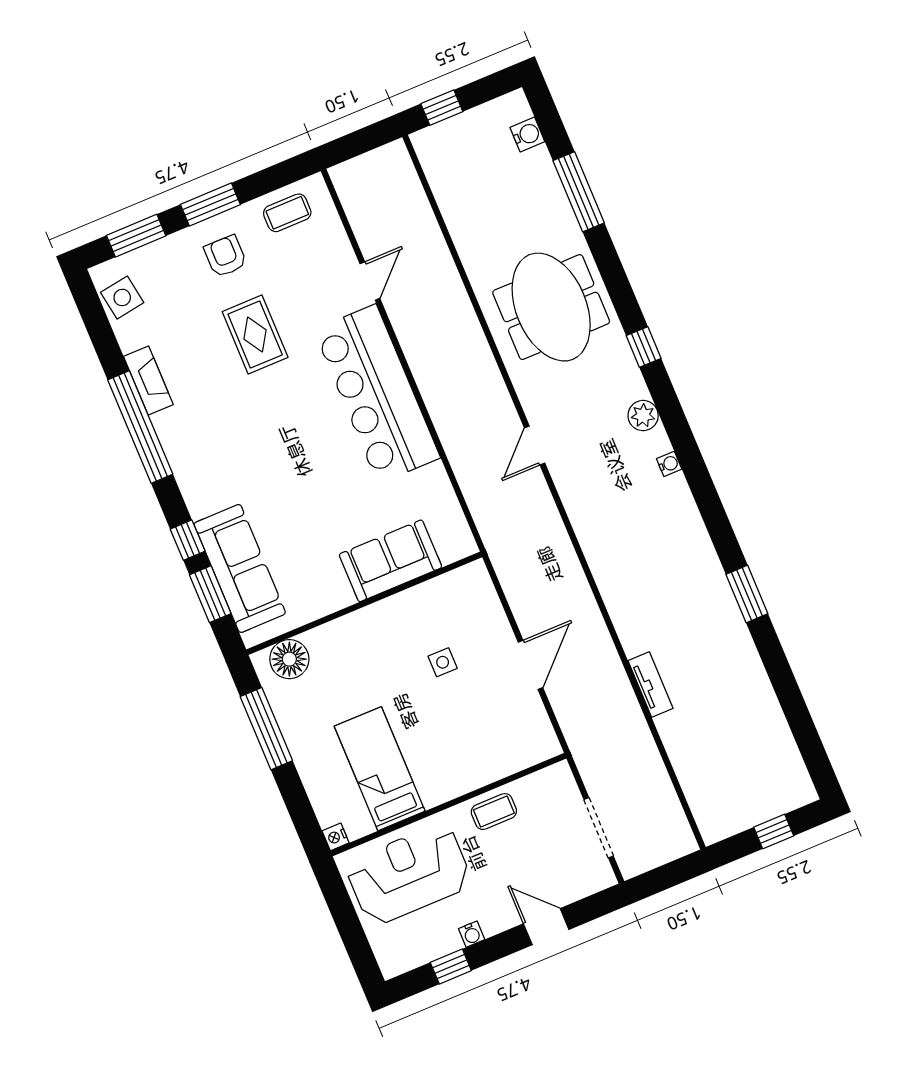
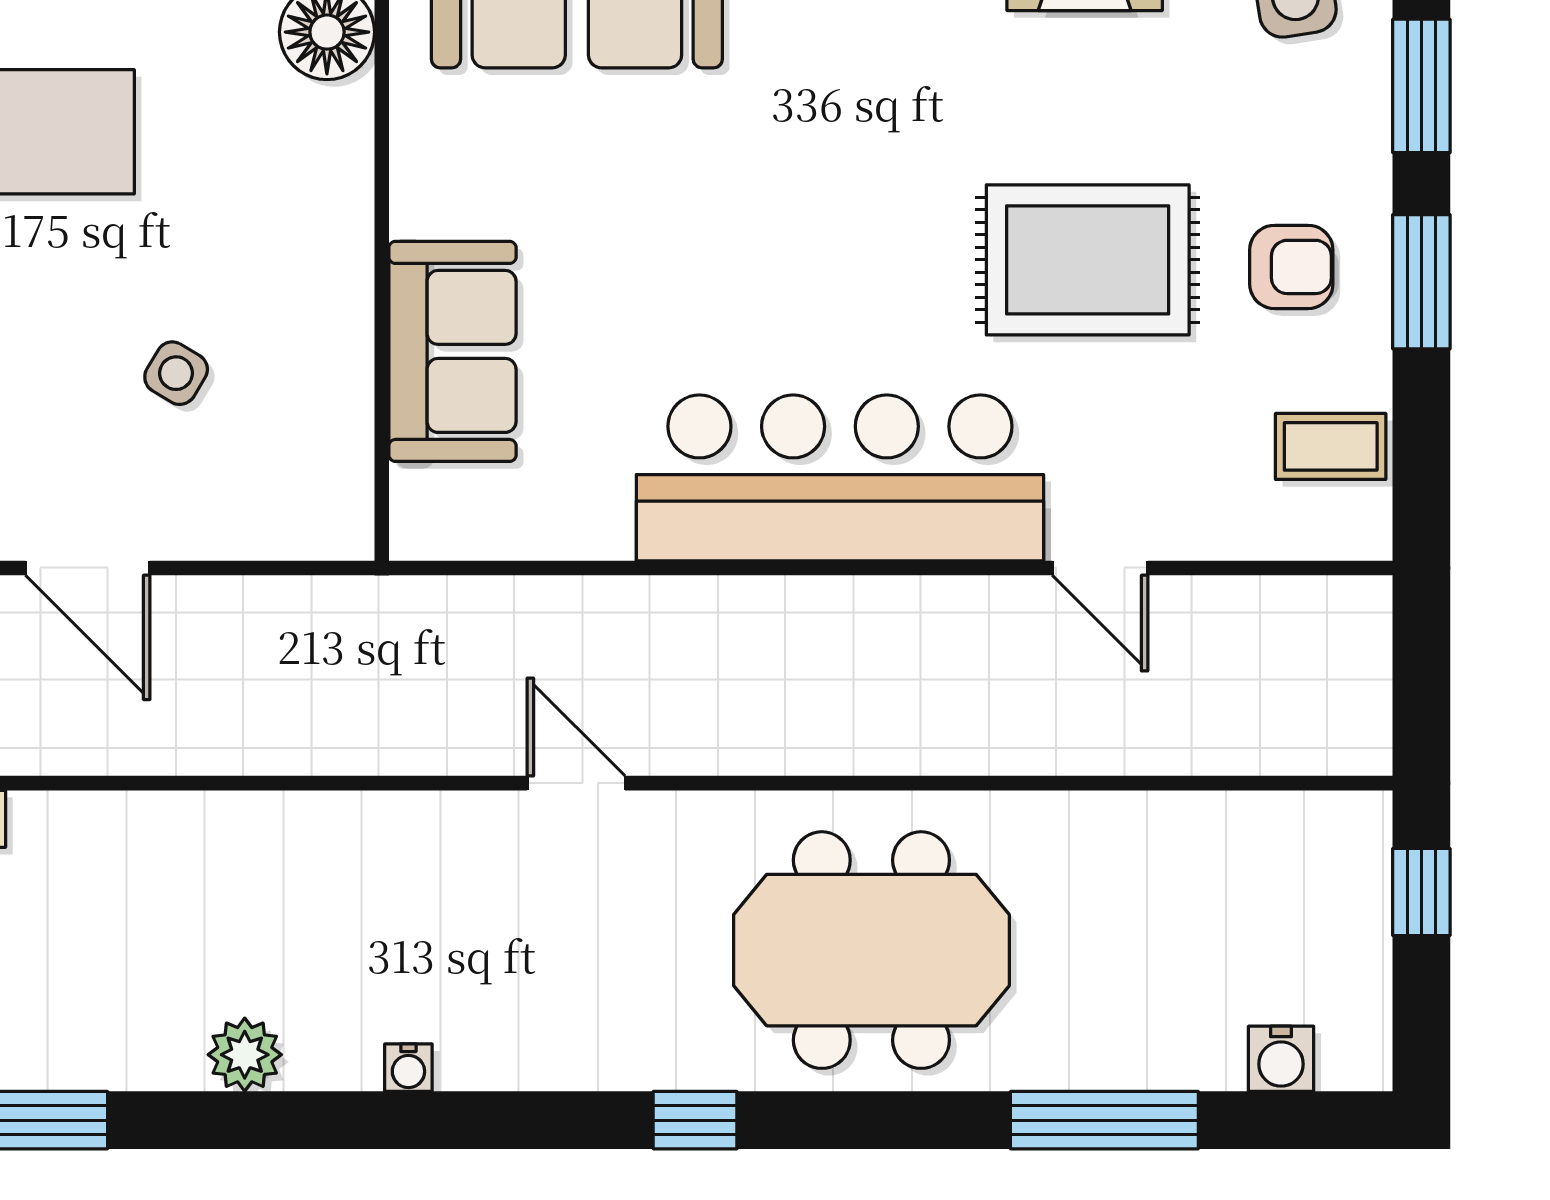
coffee table: (287, 213) -> (1331, 446), turned 90
rug: (255, 335) -> (1088, 260), width x1.36, depth x1.43
plant: (643, 416) -> (245, 1055), moved
side table: (443, 662) -> (176, 373), turned 31

